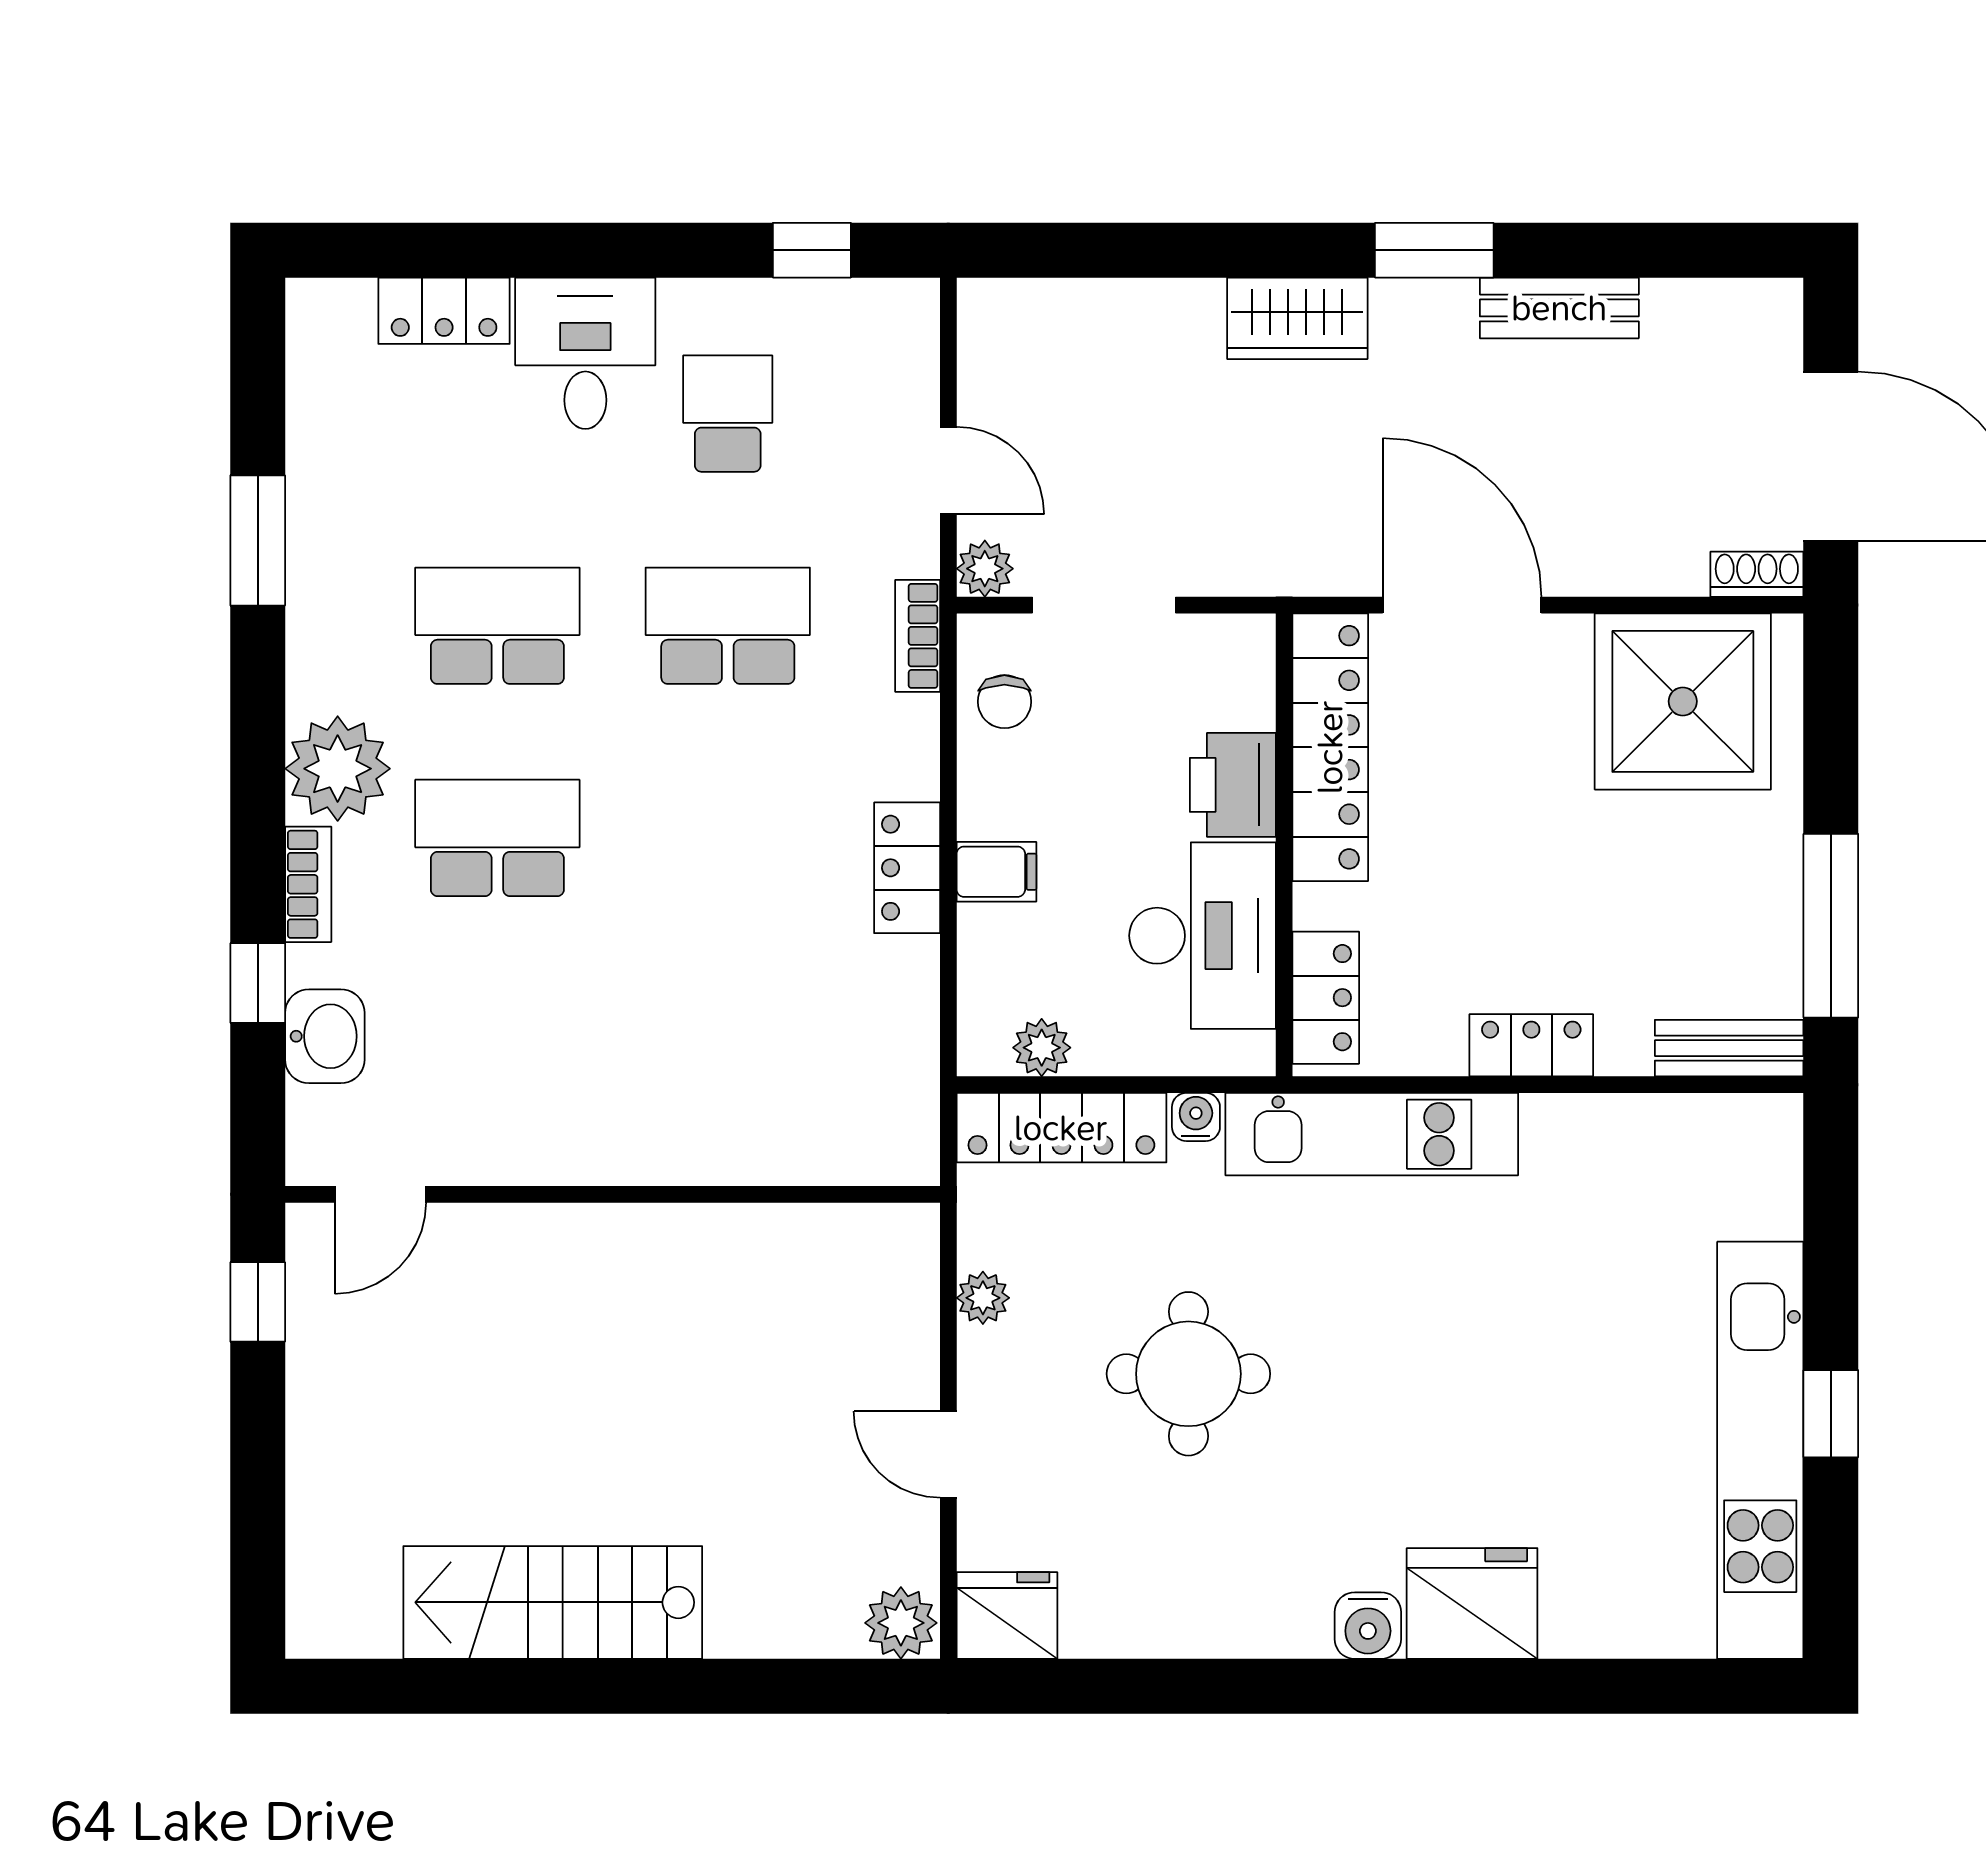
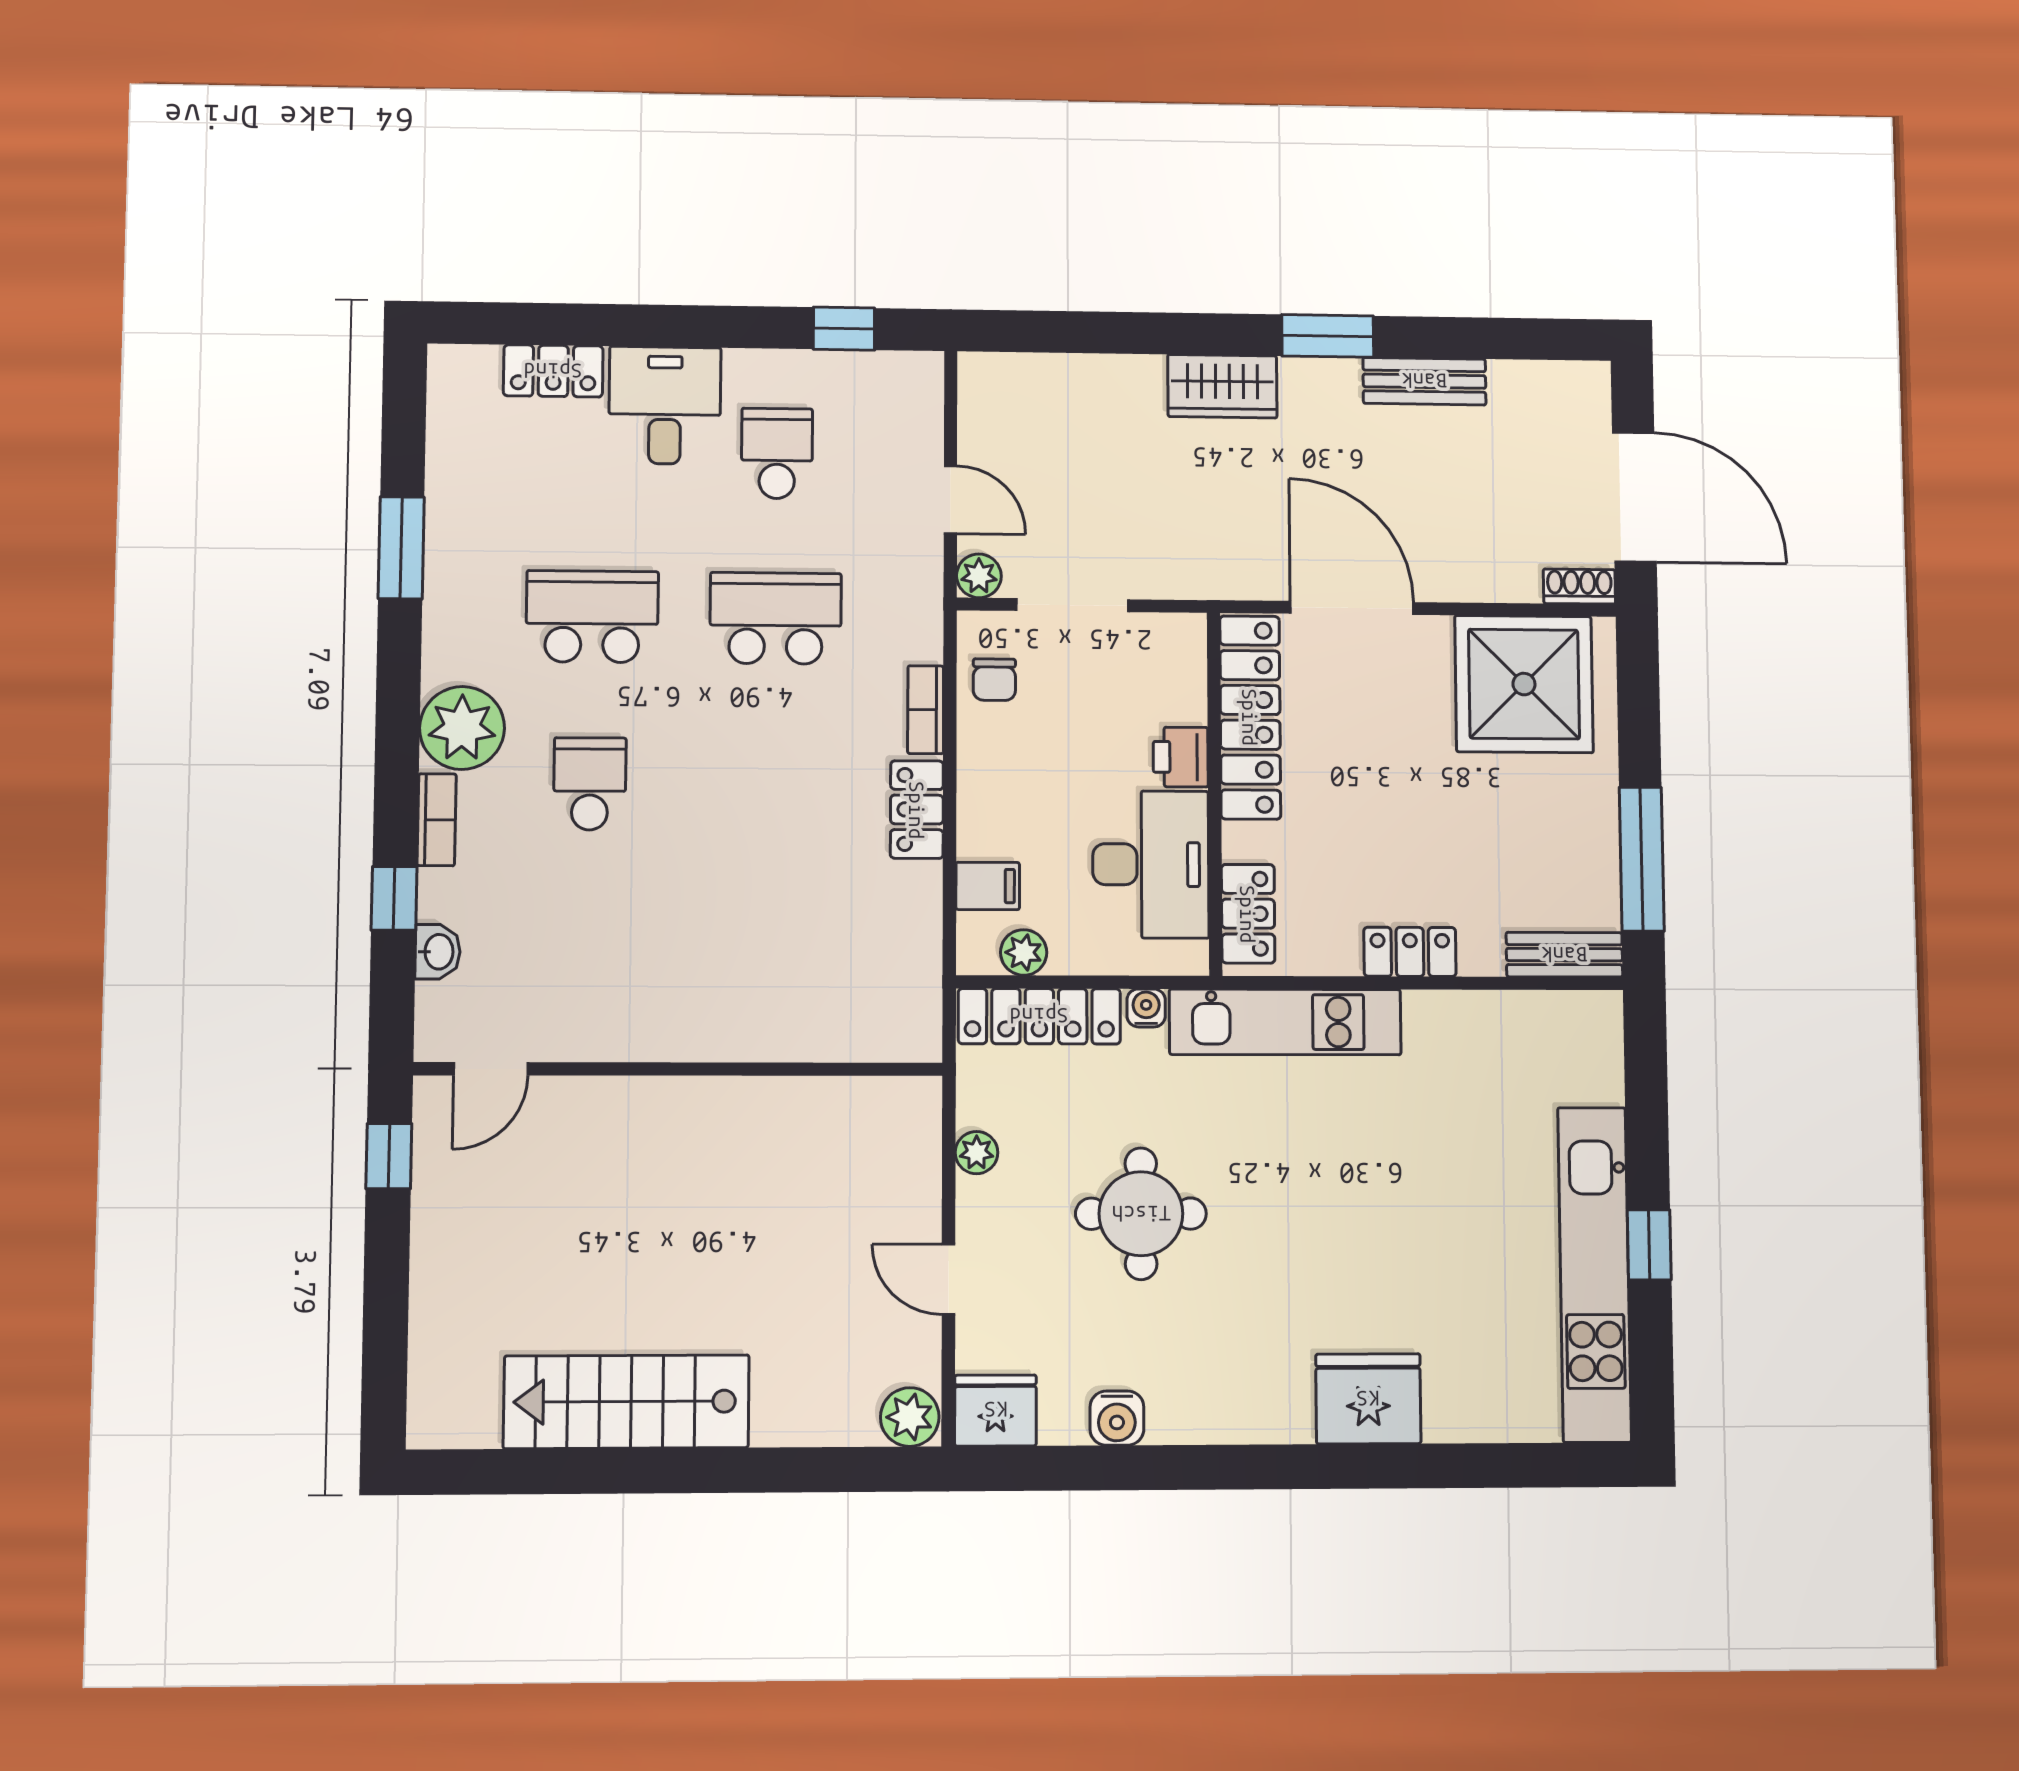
bookcase: (918, 636) -> (926, 710), moved
printer: (1233, 785) -> (1181, 757), width x0.73, depth x0.81
school desk: (497, 838) -> (590, 784), width x0.54
filing cabinet: (996, 872) -> (988, 886), moved
washbasin: (325, 1036) -> (438, 952), width x0.72, depth x0.69
water cooler: (1368, 1626) -> (1117, 1418), moved

